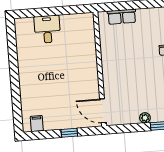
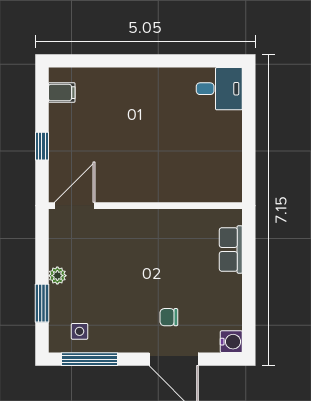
desk: (47, 29) -> (219, 89), moved

